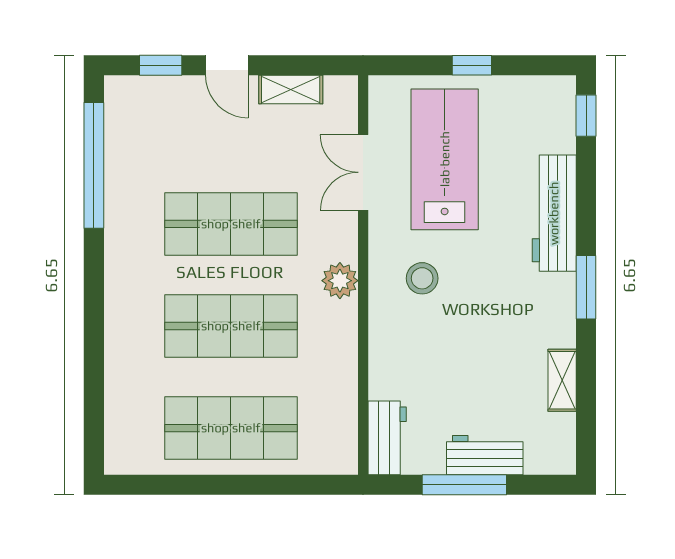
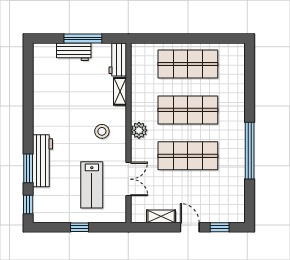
lab bench: (445, 159) -> (92, 185), width x0.73, depth x0.72
window: (94, 165) -> (250, 151), moved
window: (586, 287) -> (28, 168), moved
shelving: (562, 380) -> (120, 91), moved

